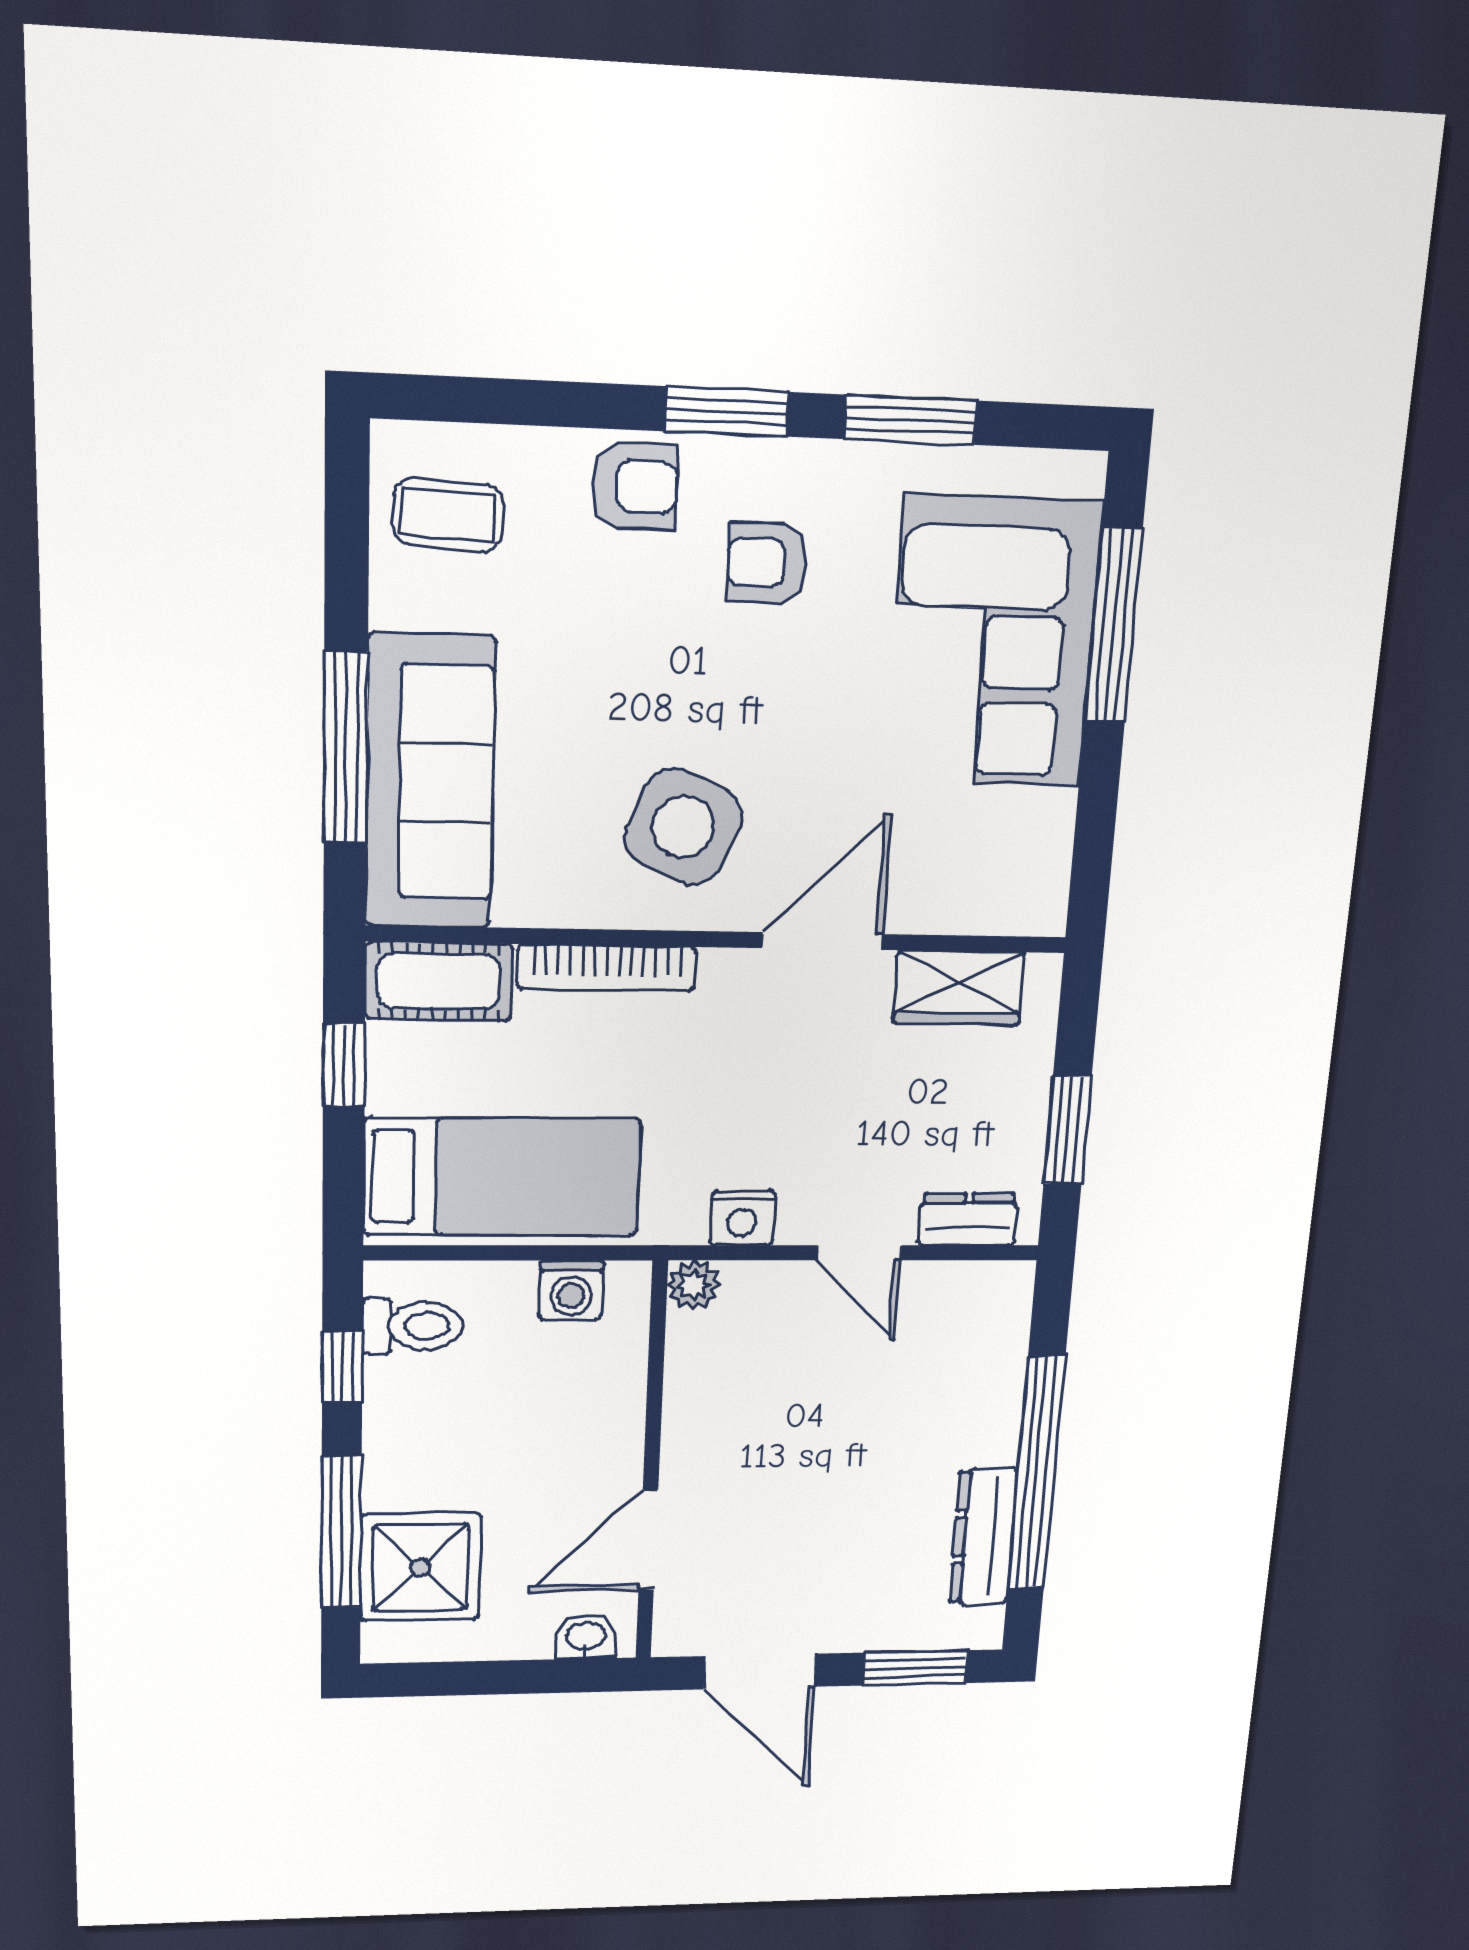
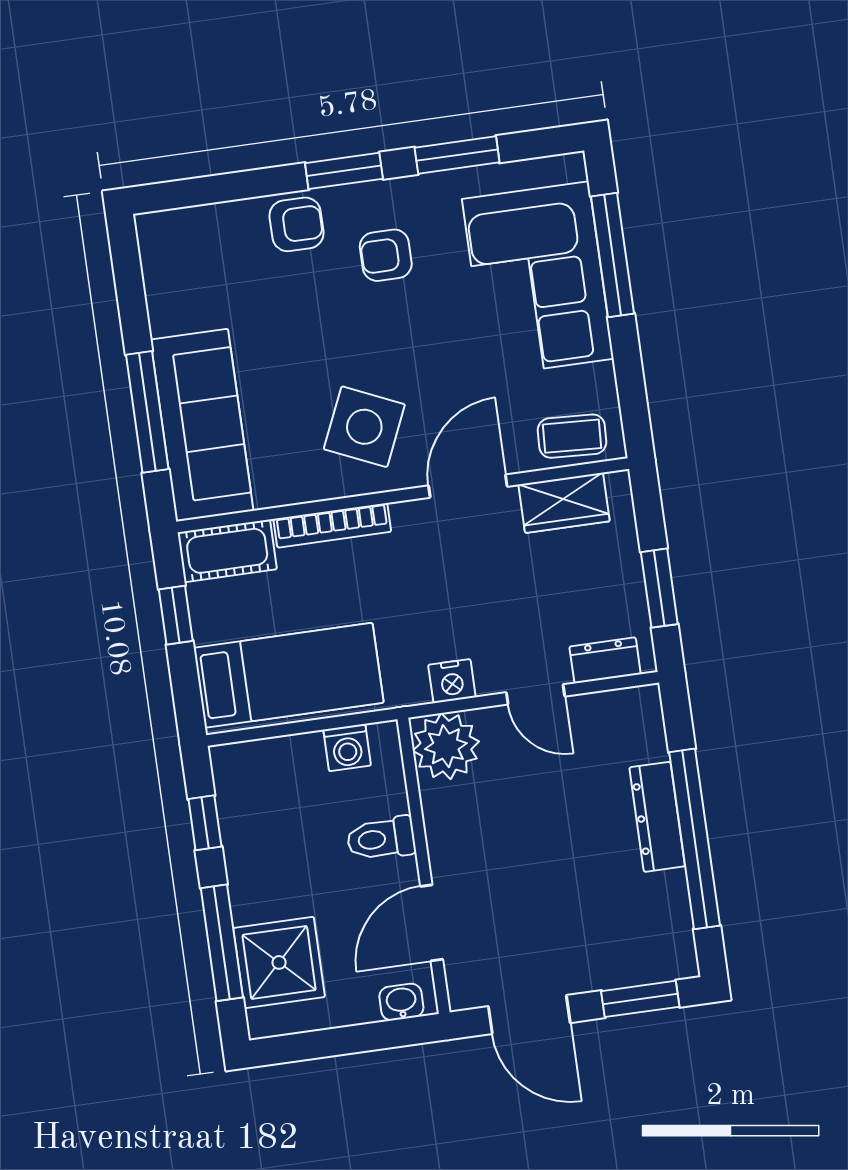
coffee table: (448, 515) -> (572, 436), moved
plant: (694, 1285) -> (446, 746), width x1.87, depth x1.87
toilet: (413, 1326) -> (381, 839), moved, turned 180
dresser: (984, 1537) -> (657, 817), moved

